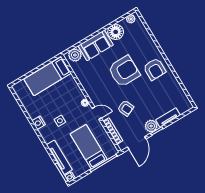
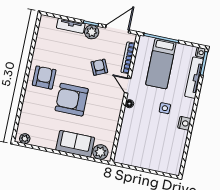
floor lamp: (116, 32) -> (48, 140), removed
bed: (48, 76) -> (140, 156), removed

